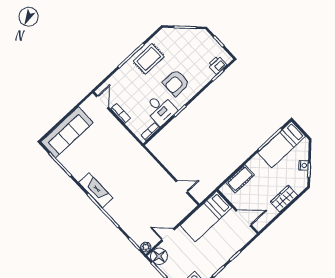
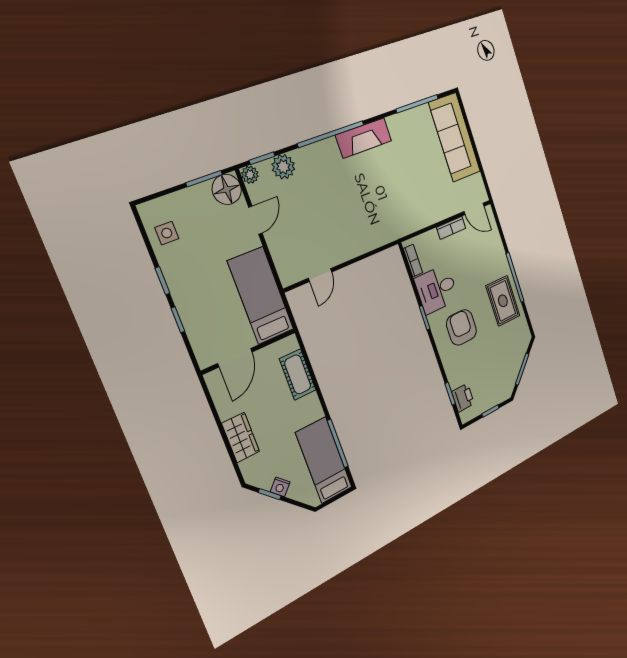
plant: (133, 230) -> (283, 167), added

